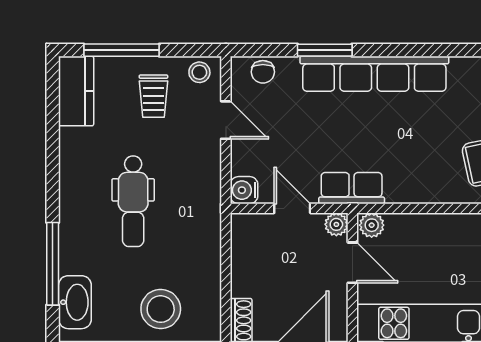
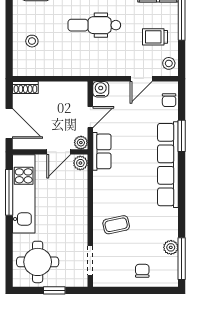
chair: (263, 72) -> (169, 100), turned -90
stool: (161, 309) -> (32, 41), width x0.53, depth x0.53

